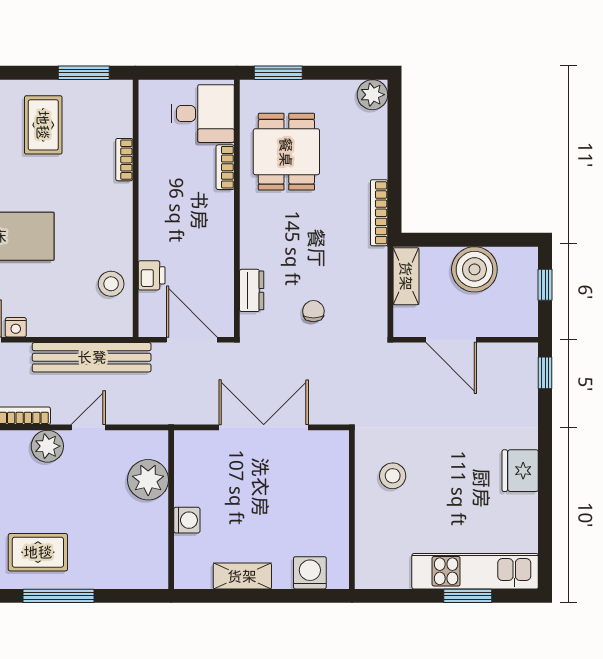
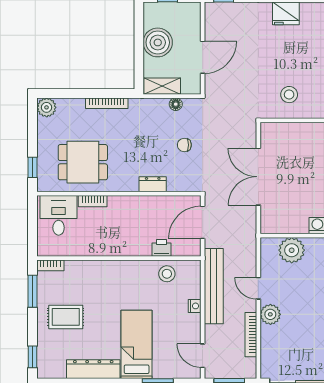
window: (278, 73) -> (33, 167), width x0.67
bookcase: (124, 160) -> (50, 265), moved
bookcase: (379, 213) -> (107, 103), moved
dresser: (252, 290) -> (153, 184), moved
floor lamp: (378, 298) -> (176, 104), added
nightstand: (16, 327) -> (195, 306), moved

